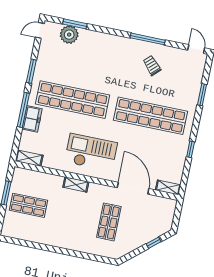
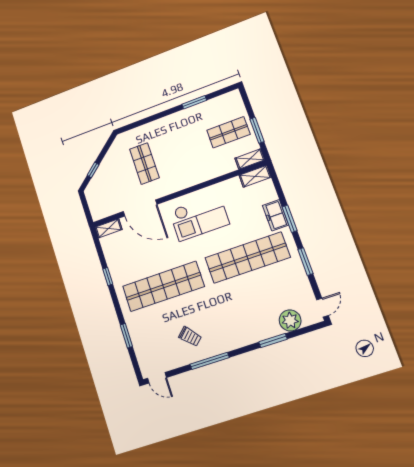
window: (75, 24) -> (273, 341), moved
window: (23, 110) -> (290, 219), width x0.69
shelving: (76, 185) -> (250, 159), moved
window: (40, 246) -> (194, 102), added

